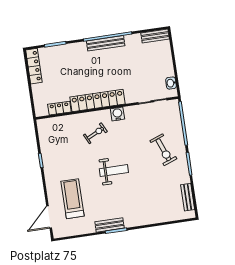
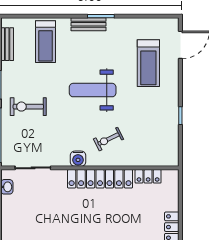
exercise bike: (163, 150) -> (28, 107), turned -69
weight bench: (114, 171) -> (93, 90), width x1.36, depth x1.33
treadmill: (157, 204) -> (45, 42), added
bench: (110, 225) -> (89, 24), moved

